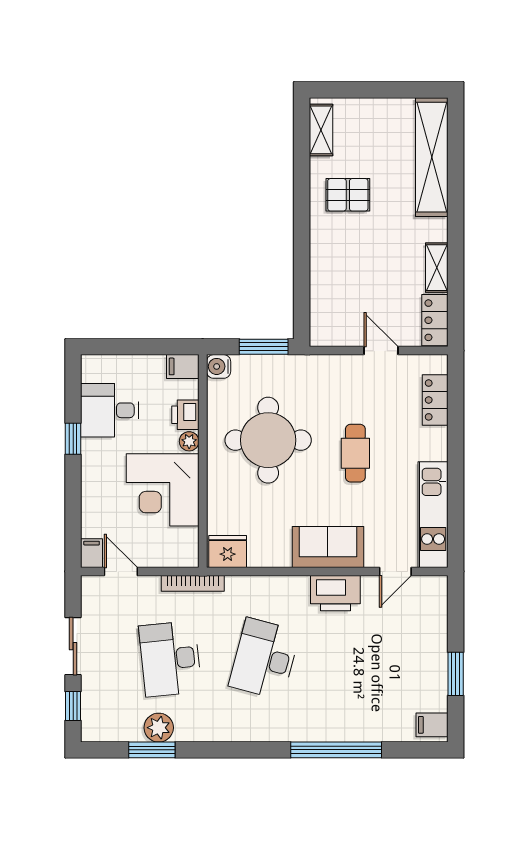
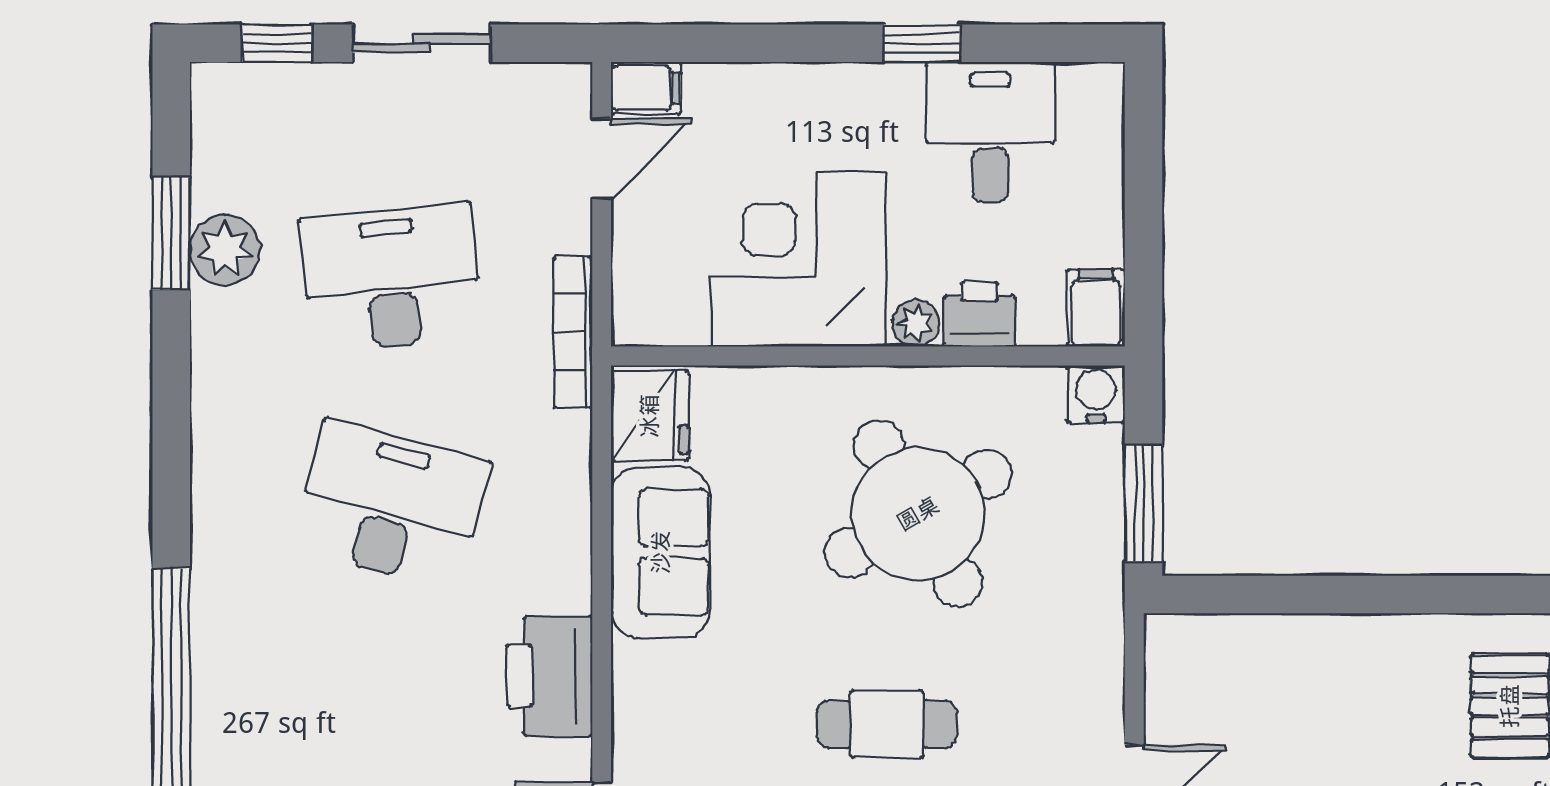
round table: (268, 440) -> (918, 514), turned -30
sofa: (328, 547) -> (661, 552), moved

